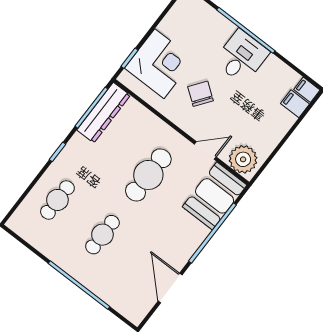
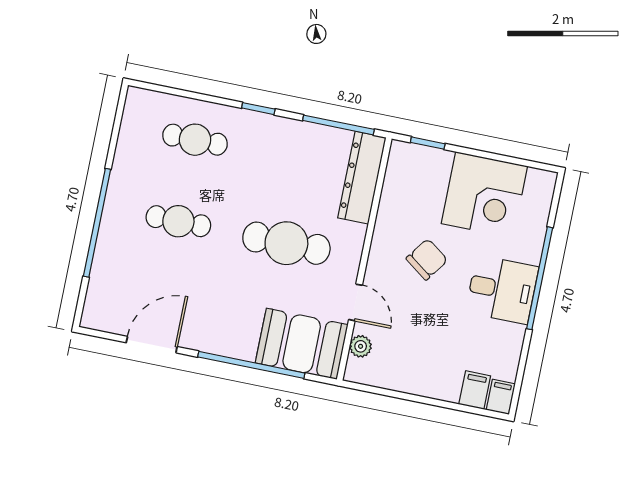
corner desk: (159, 64) -> (484, 195), moved
dresser: (104, 113) -> (362, 178), moved, turned 90
plant: (243, 159) -> (361, 346), width x0.53, depth x0.53

